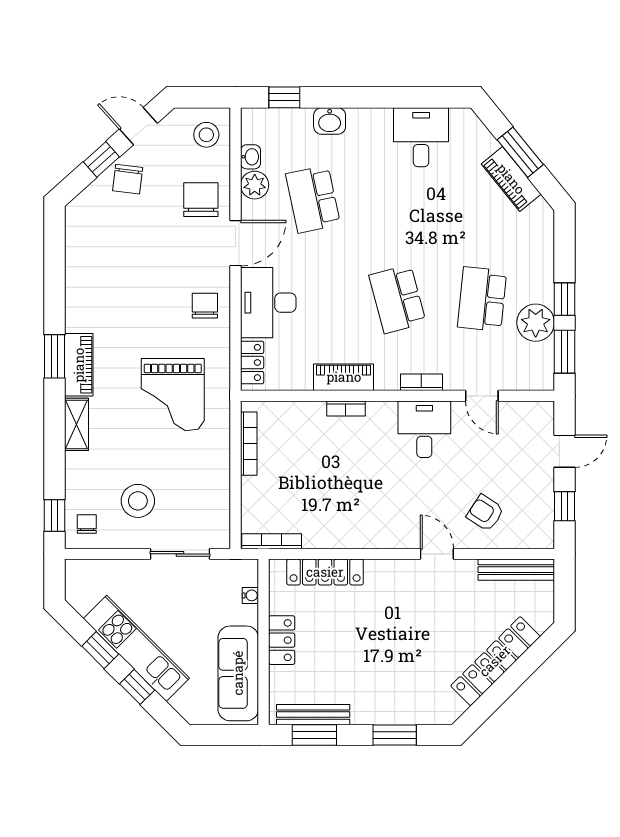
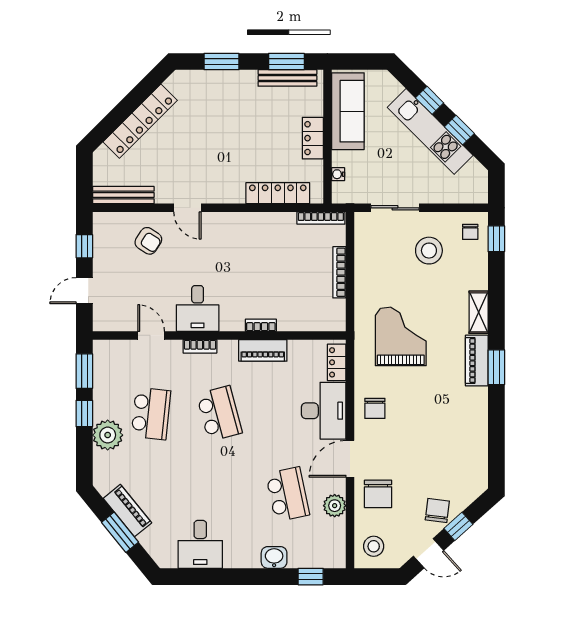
washbasin: (250, 157) -> (338, 528), removed
plant: (536, 323) -> (108, 435), moved
bookcase: (249, 444) -> (339, 272), moved

